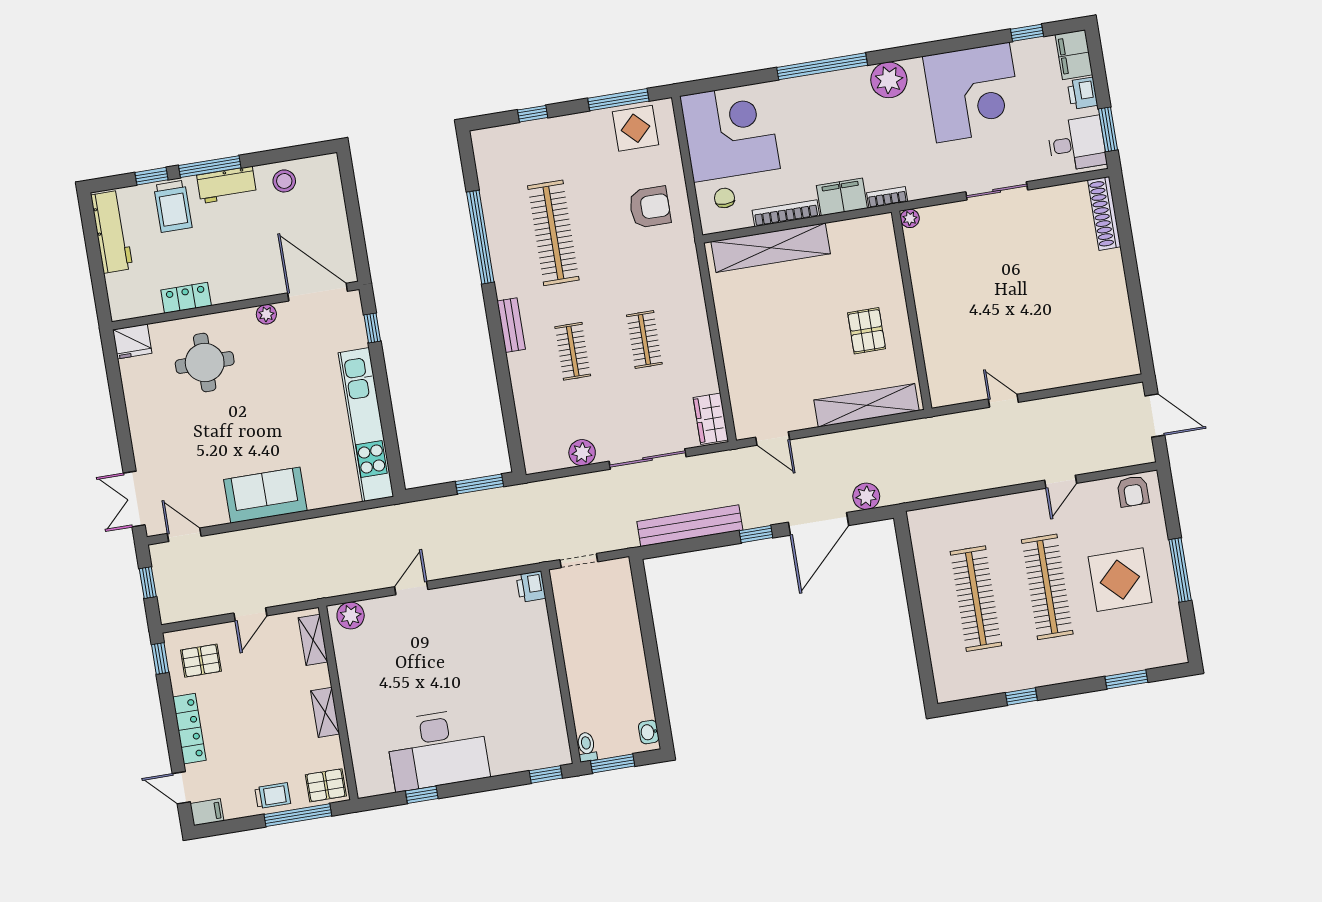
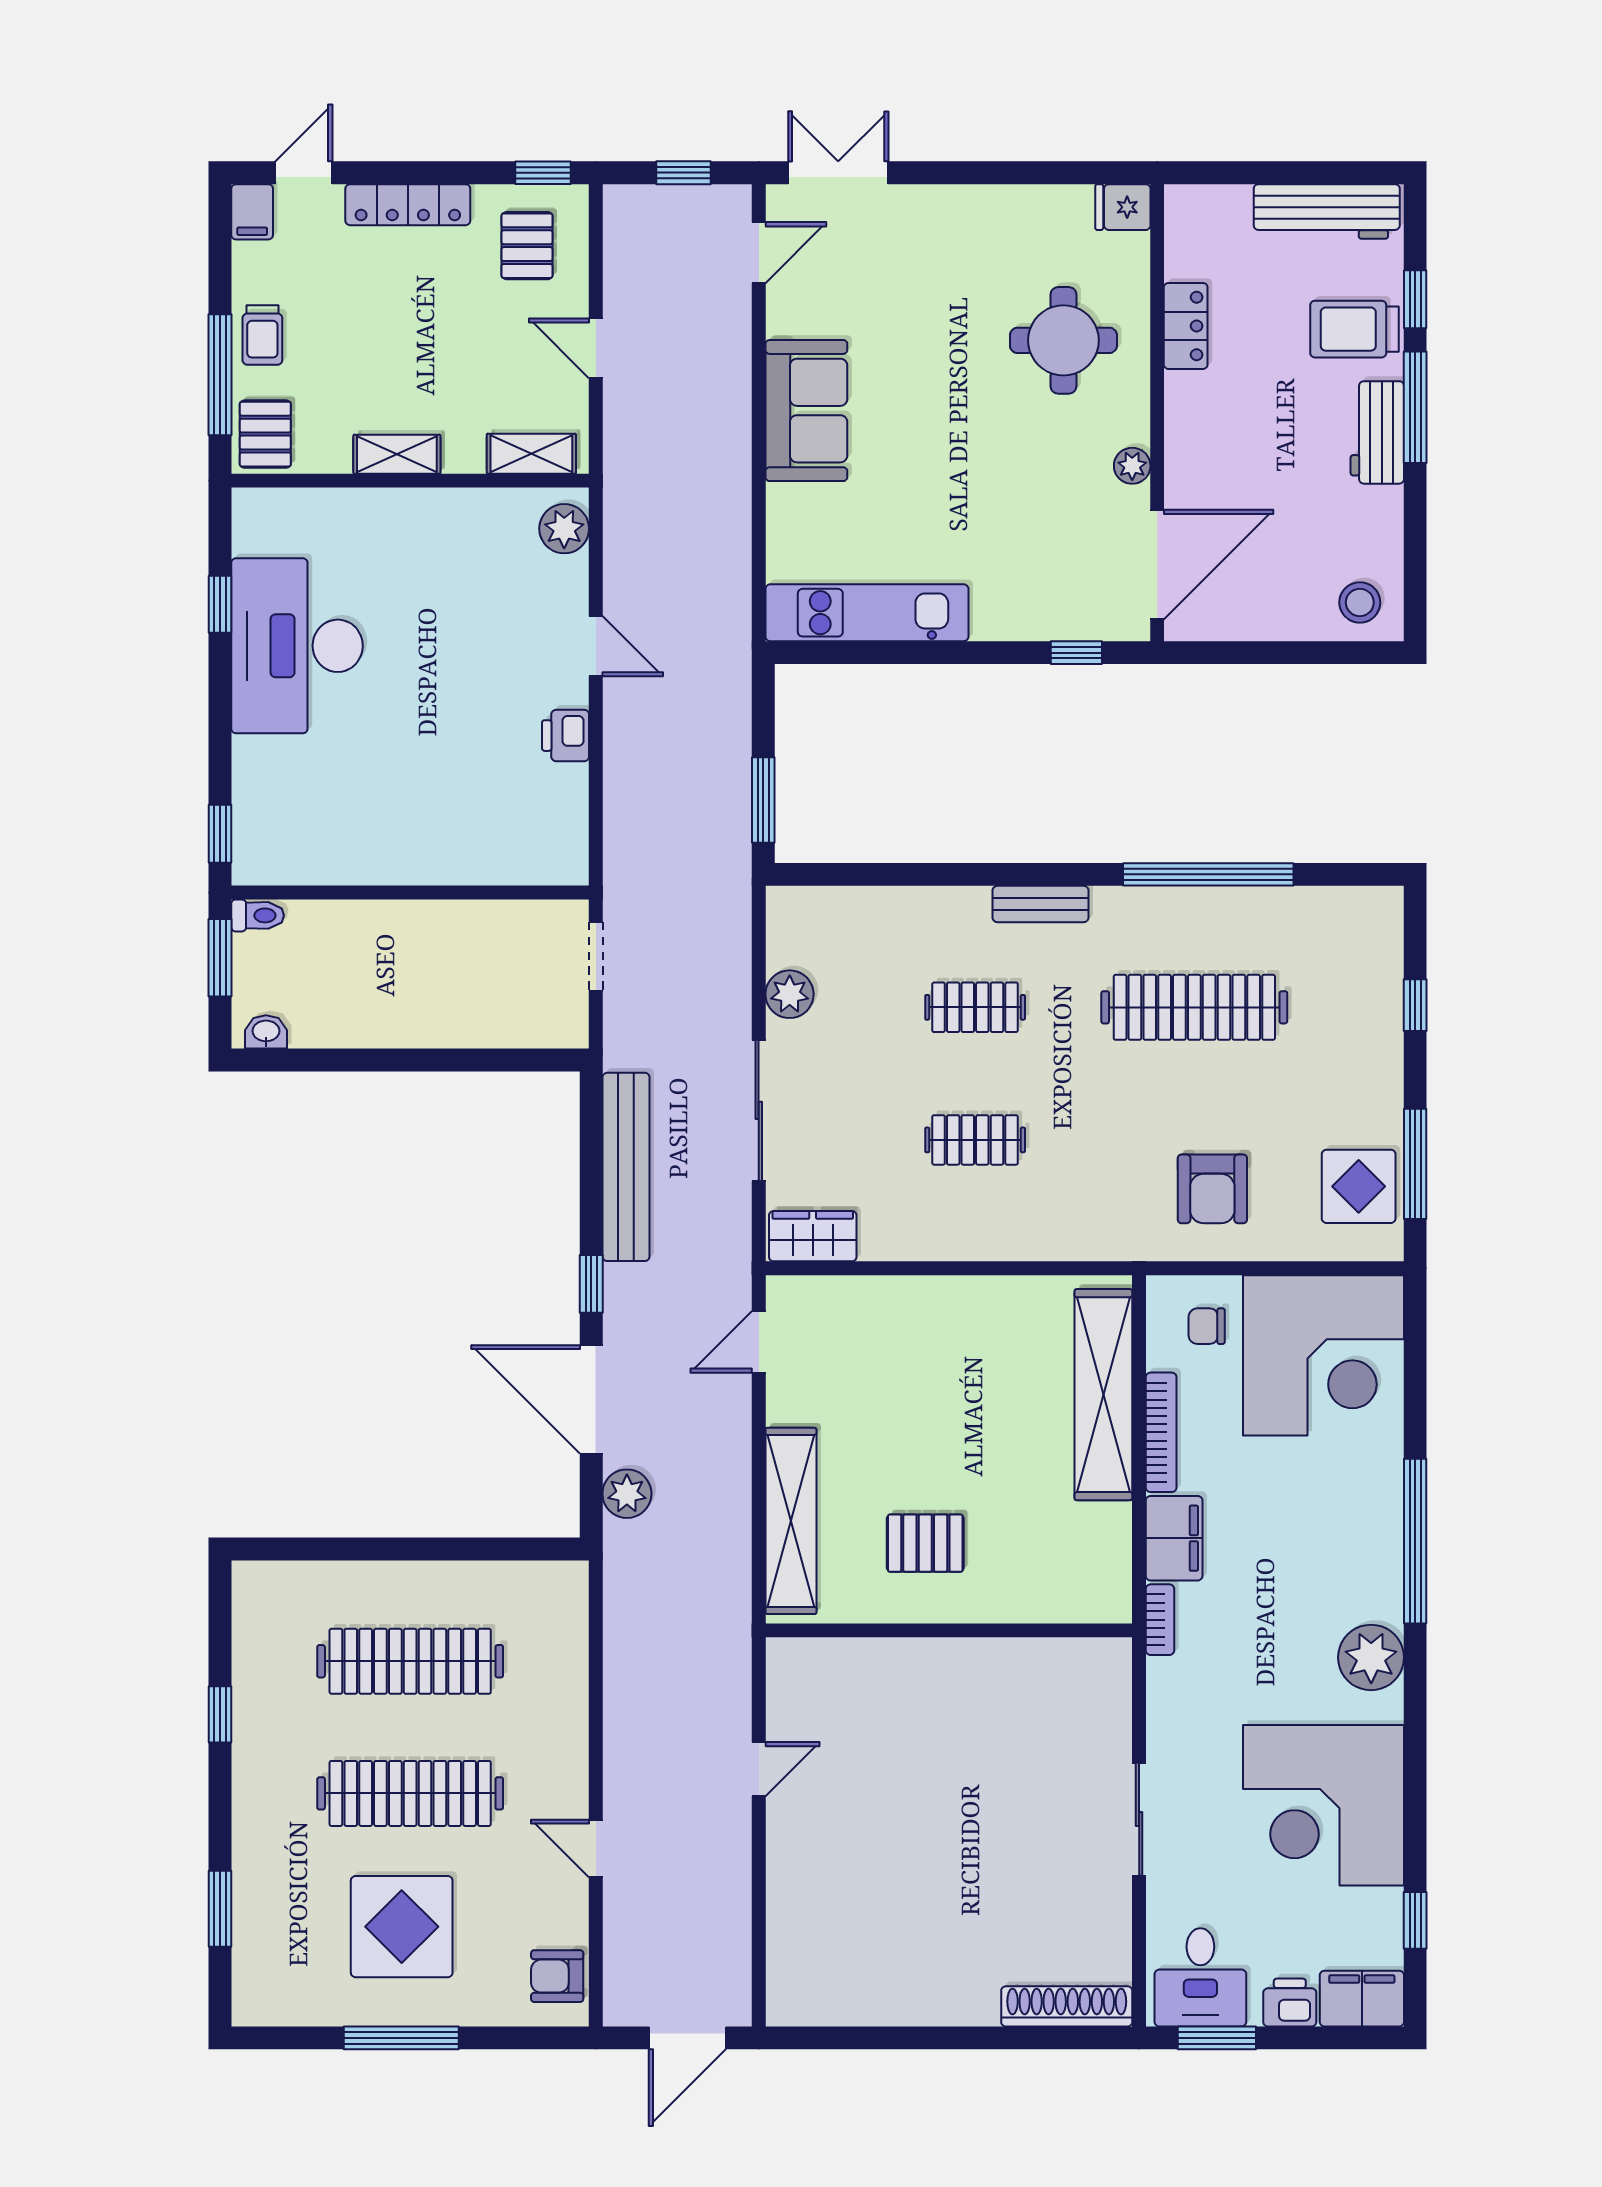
stool: (284, 181) -> (1360, 602), moved
chair: (724, 198) -> (1207, 1326), turned 180
plant: (910, 218) -> (1115, 1654), removed
fridge: (132, 341) -> (1123, 207), width x0.72
kitchen unit: (366, 425) -> (867, 613), width x0.73
printer: (531, 587) -> (565, 736), moved, turned -90

